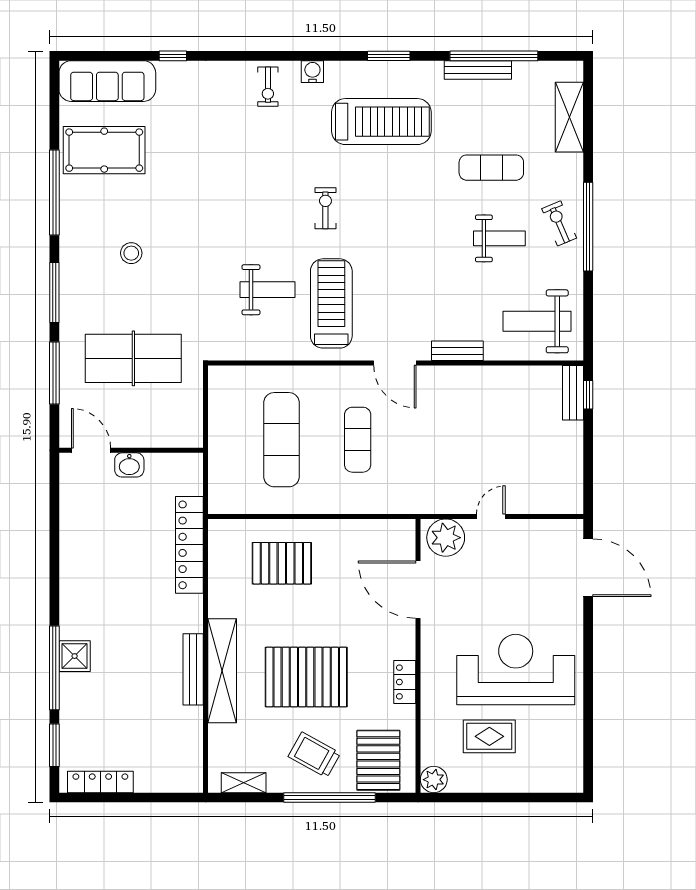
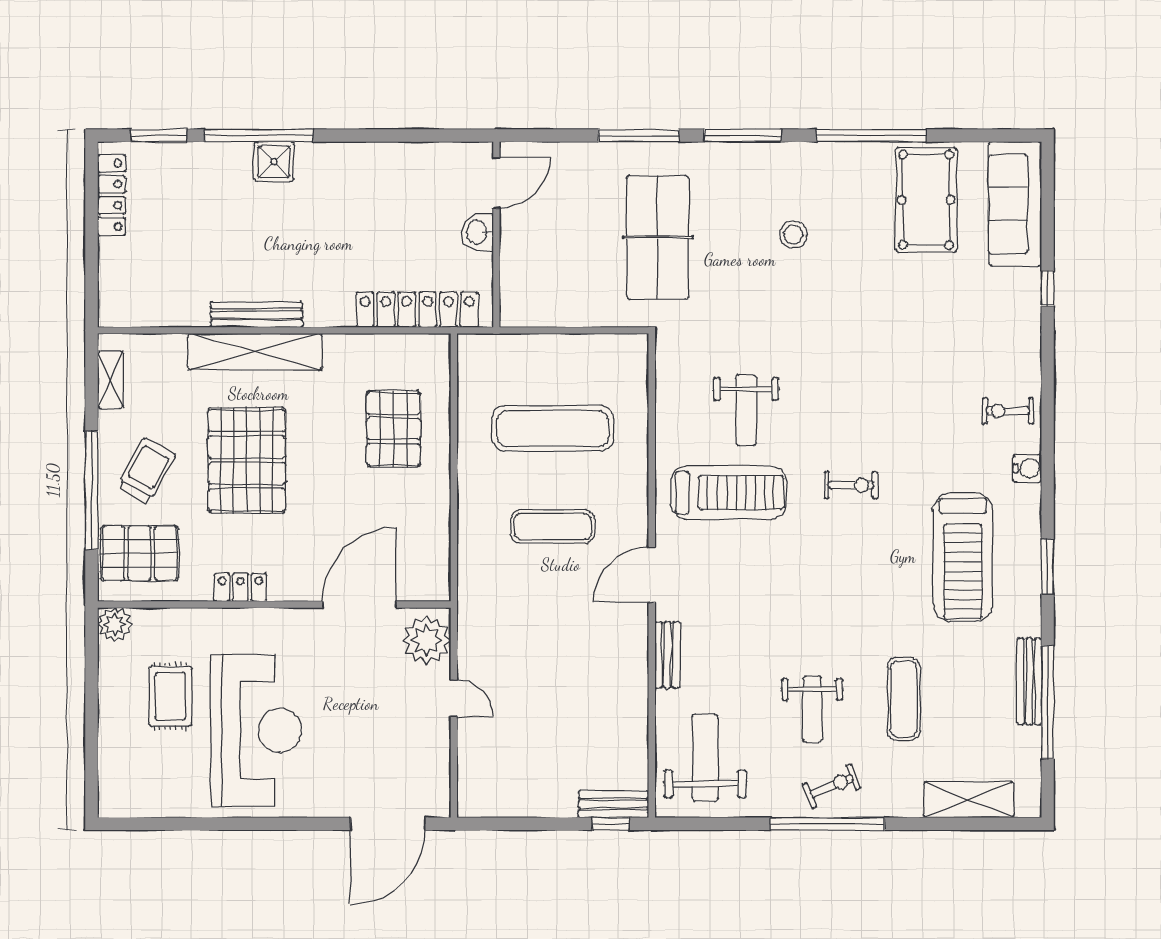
door: (91, 450) -> (496, 183), moved
wall: (131, 450) -> (496, 234), moved
washbasin: (129, 465) -> (478, 232), moved

